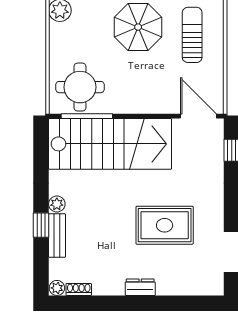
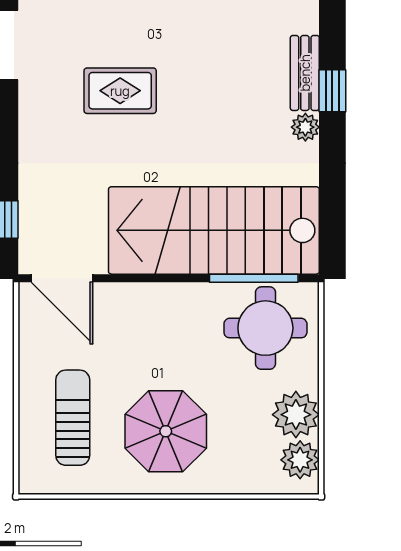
sun lounger: (192, 35) -> (73, 418), turned 180
plant: (62, 37) -> (296, 415), added
rug: (165, 225) -> (120, 91), width x0.73, depth x0.70

